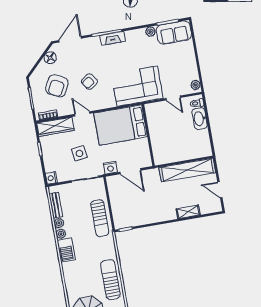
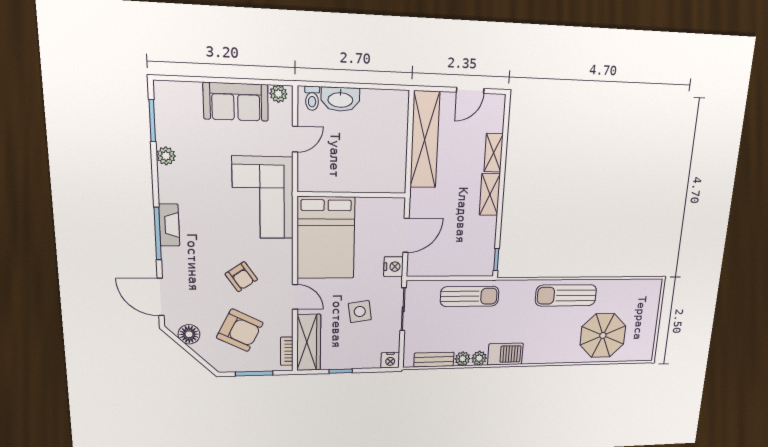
sofa: (174, 32) -> (236, 102), moved, turned 90
door: (82, 114) -> (295, 297), swing flipped
shelving: (164, 216) -> (490, 195), added

